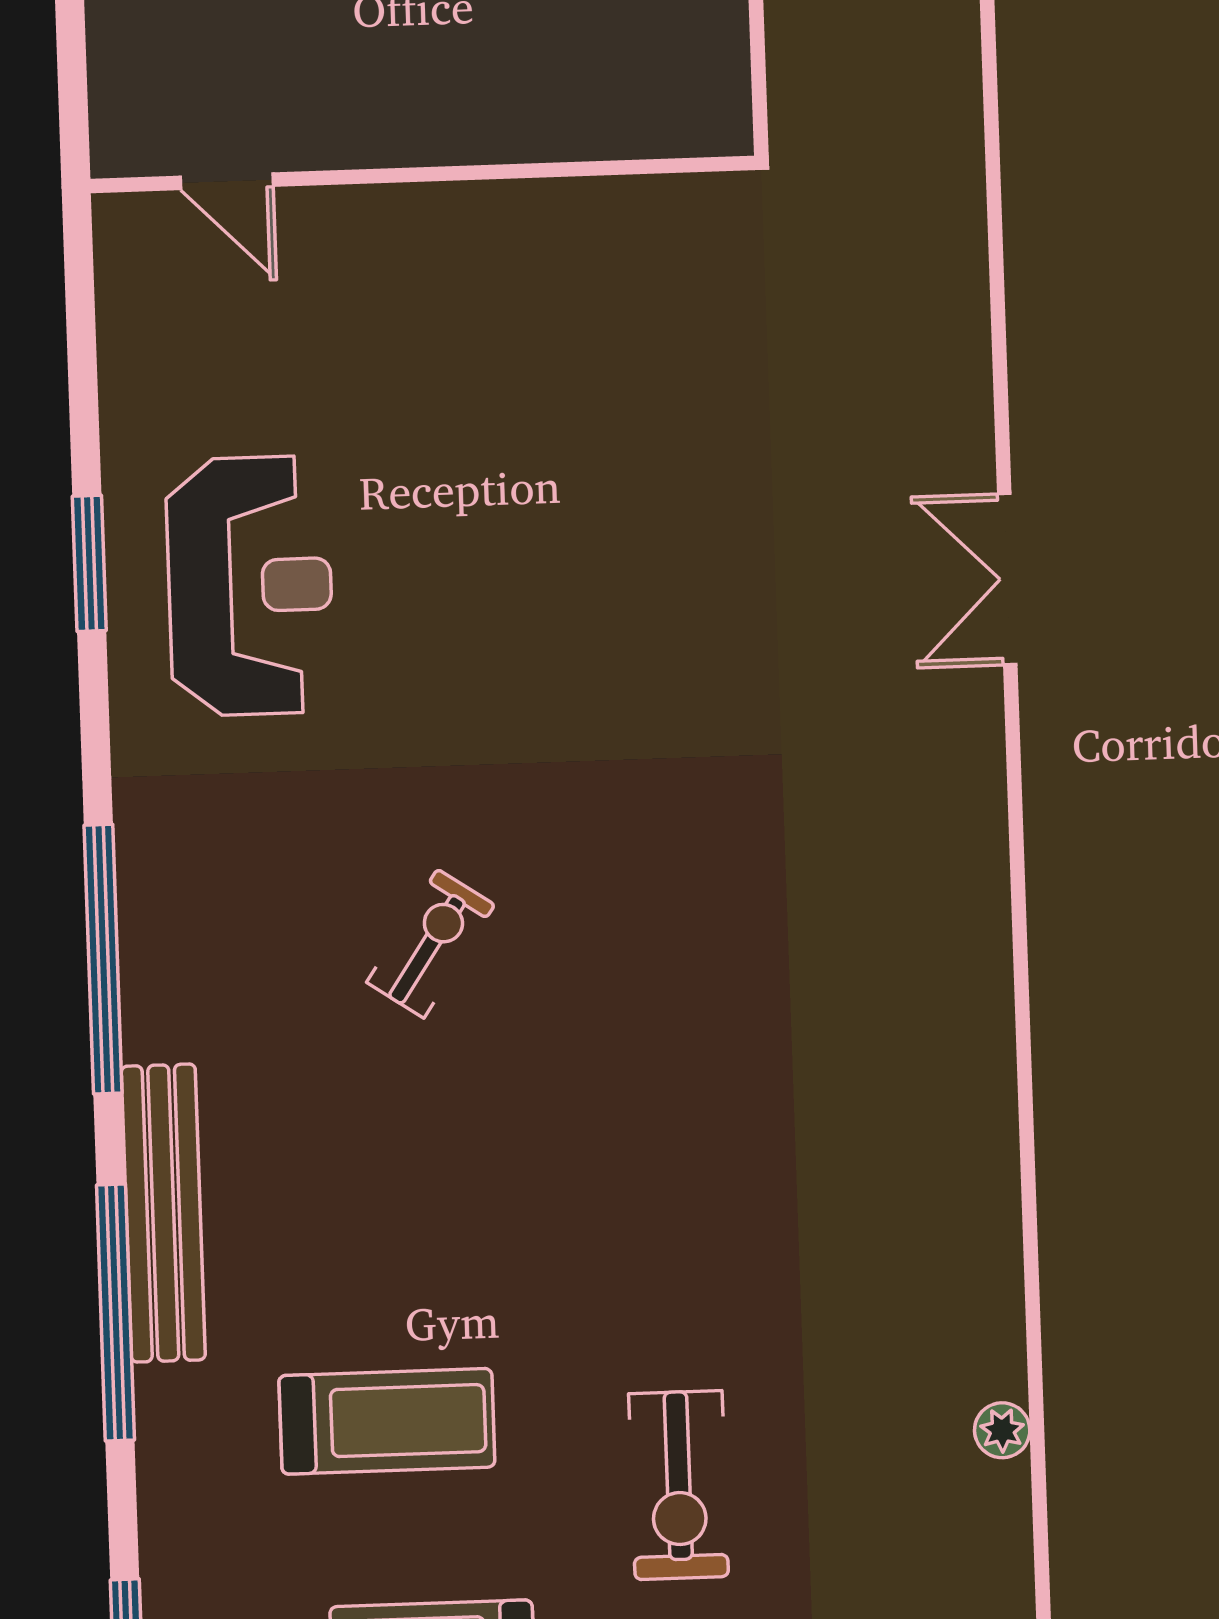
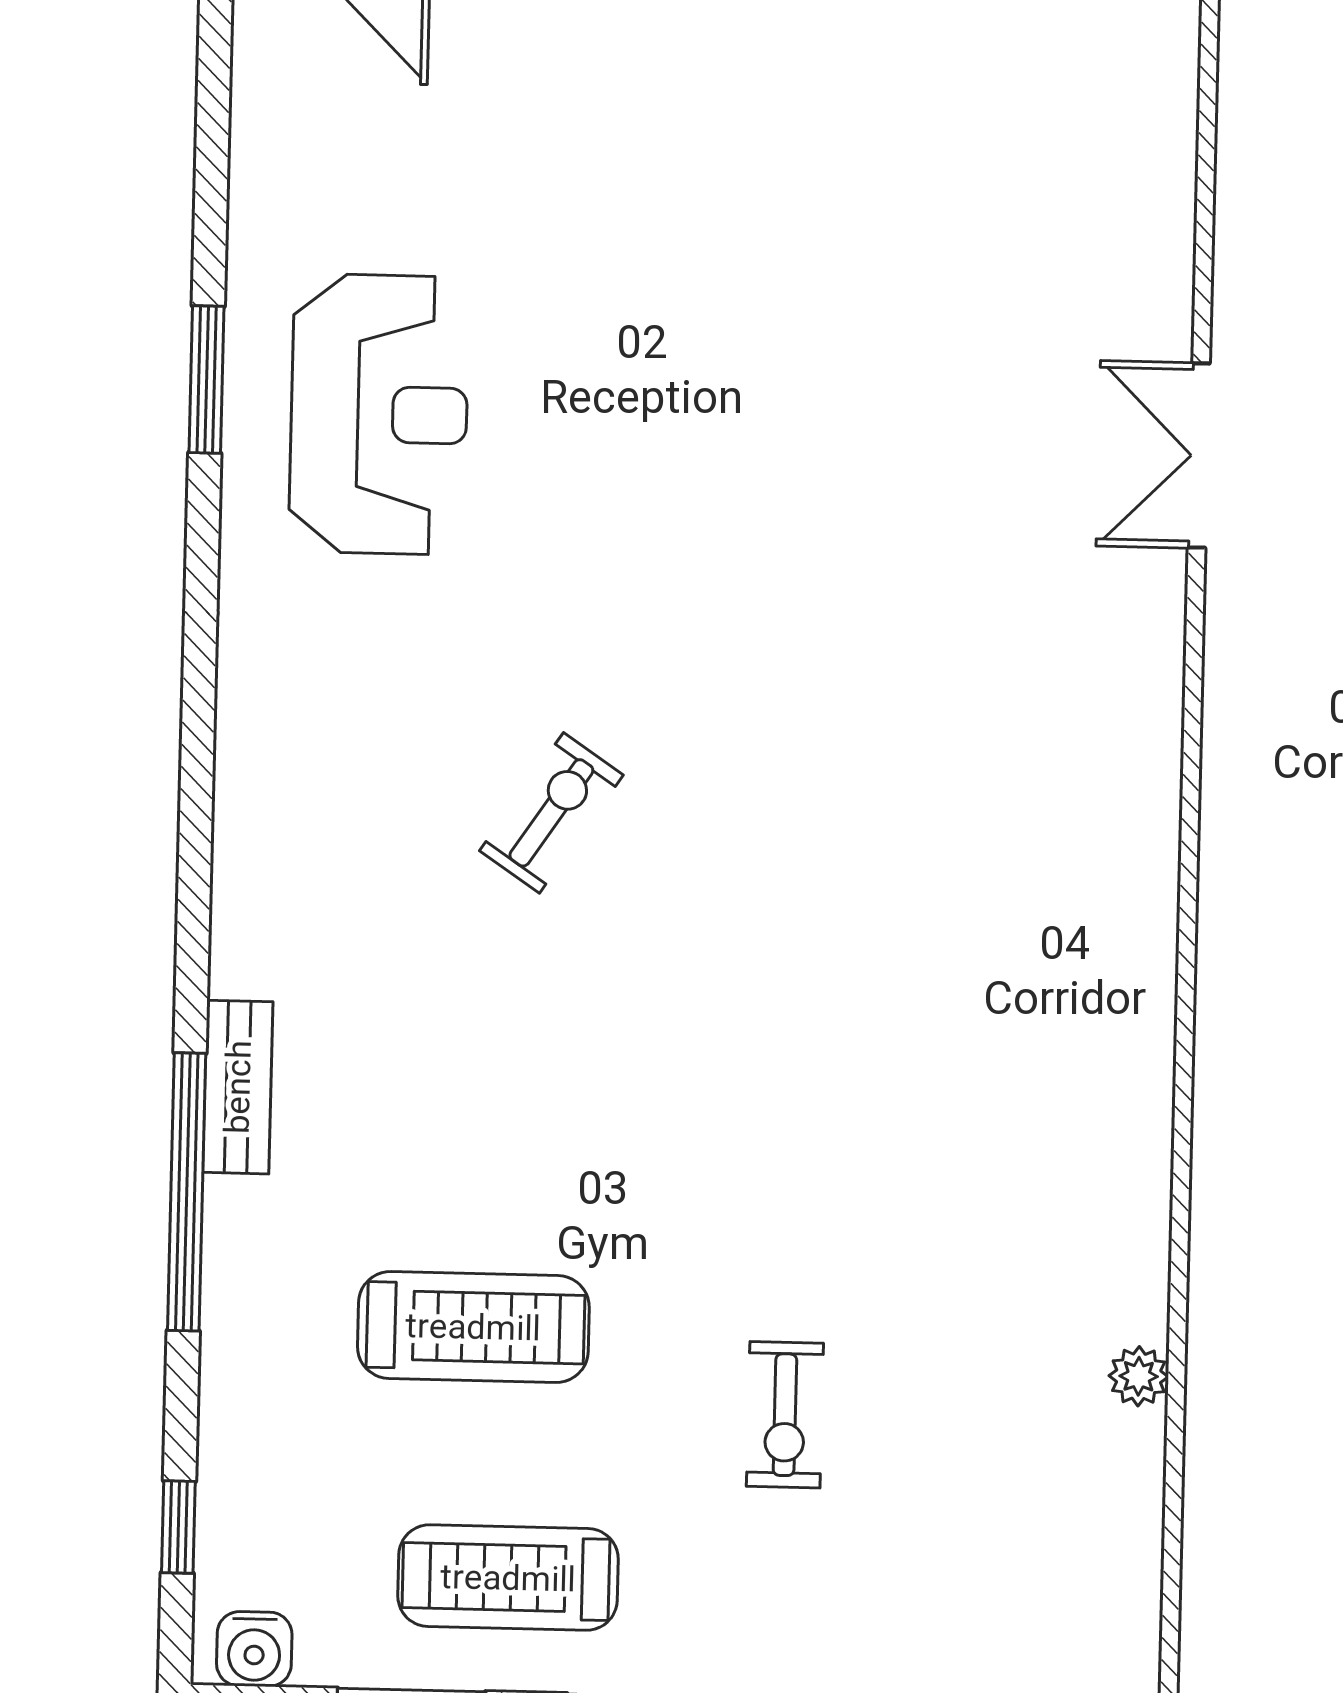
window: (103, 959) -> (196, 809), removed
bench: (163, 1213) -> (238, 1087), width x0.54, depth x0.82
exercise bike: (679, 1485) -> (785, 1415), width x0.73, depth x0.72

